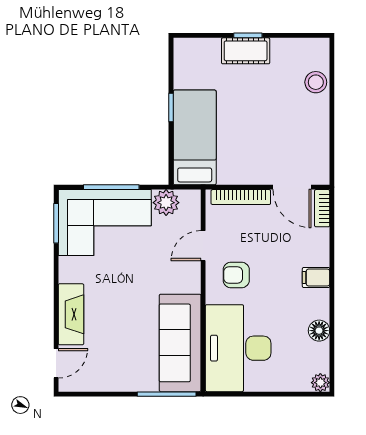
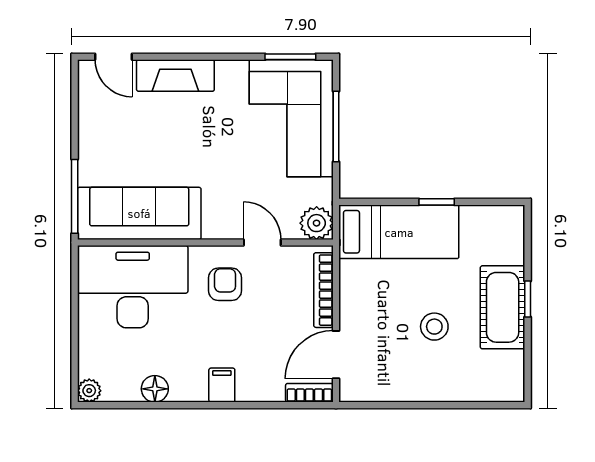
cot: (246, 51) -> (503, 307), width x1.37, depth x1.34
stool: (316, 82) -> (434, 327), moved
plant: (166, 203) -> (317, 223), moved

